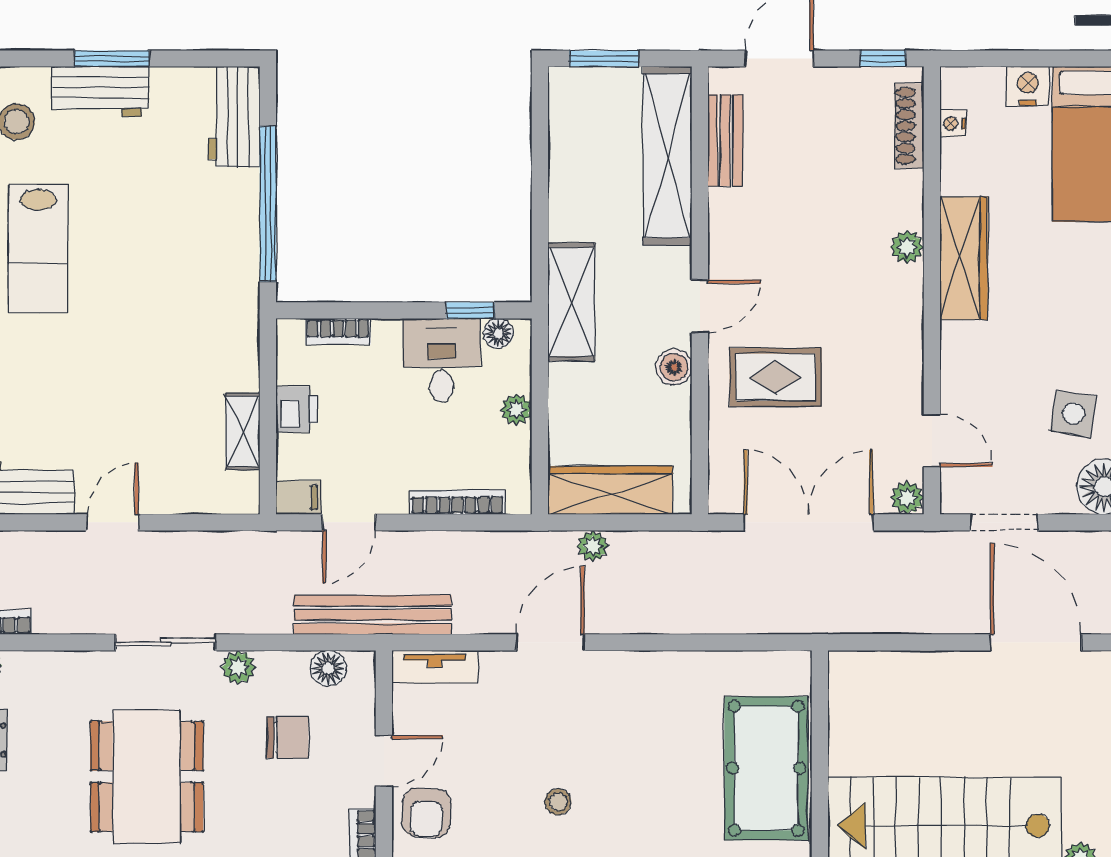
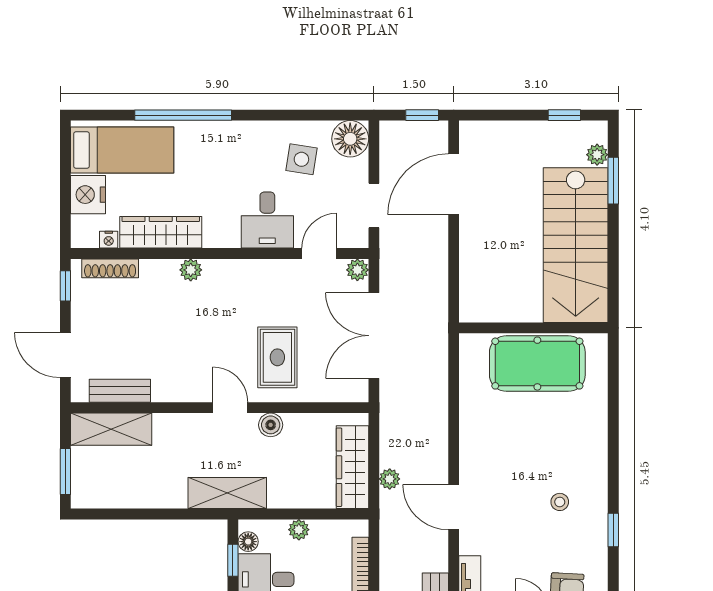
nightstand: (1028, 86) -> (88, 195), width x1.36, depth x1.33
shelving: (668, 156) -> (111, 429), width x0.68
wardrobe: (964, 258) -> (161, 232), moved
desk: (982, 362) -> (267, 220), added

